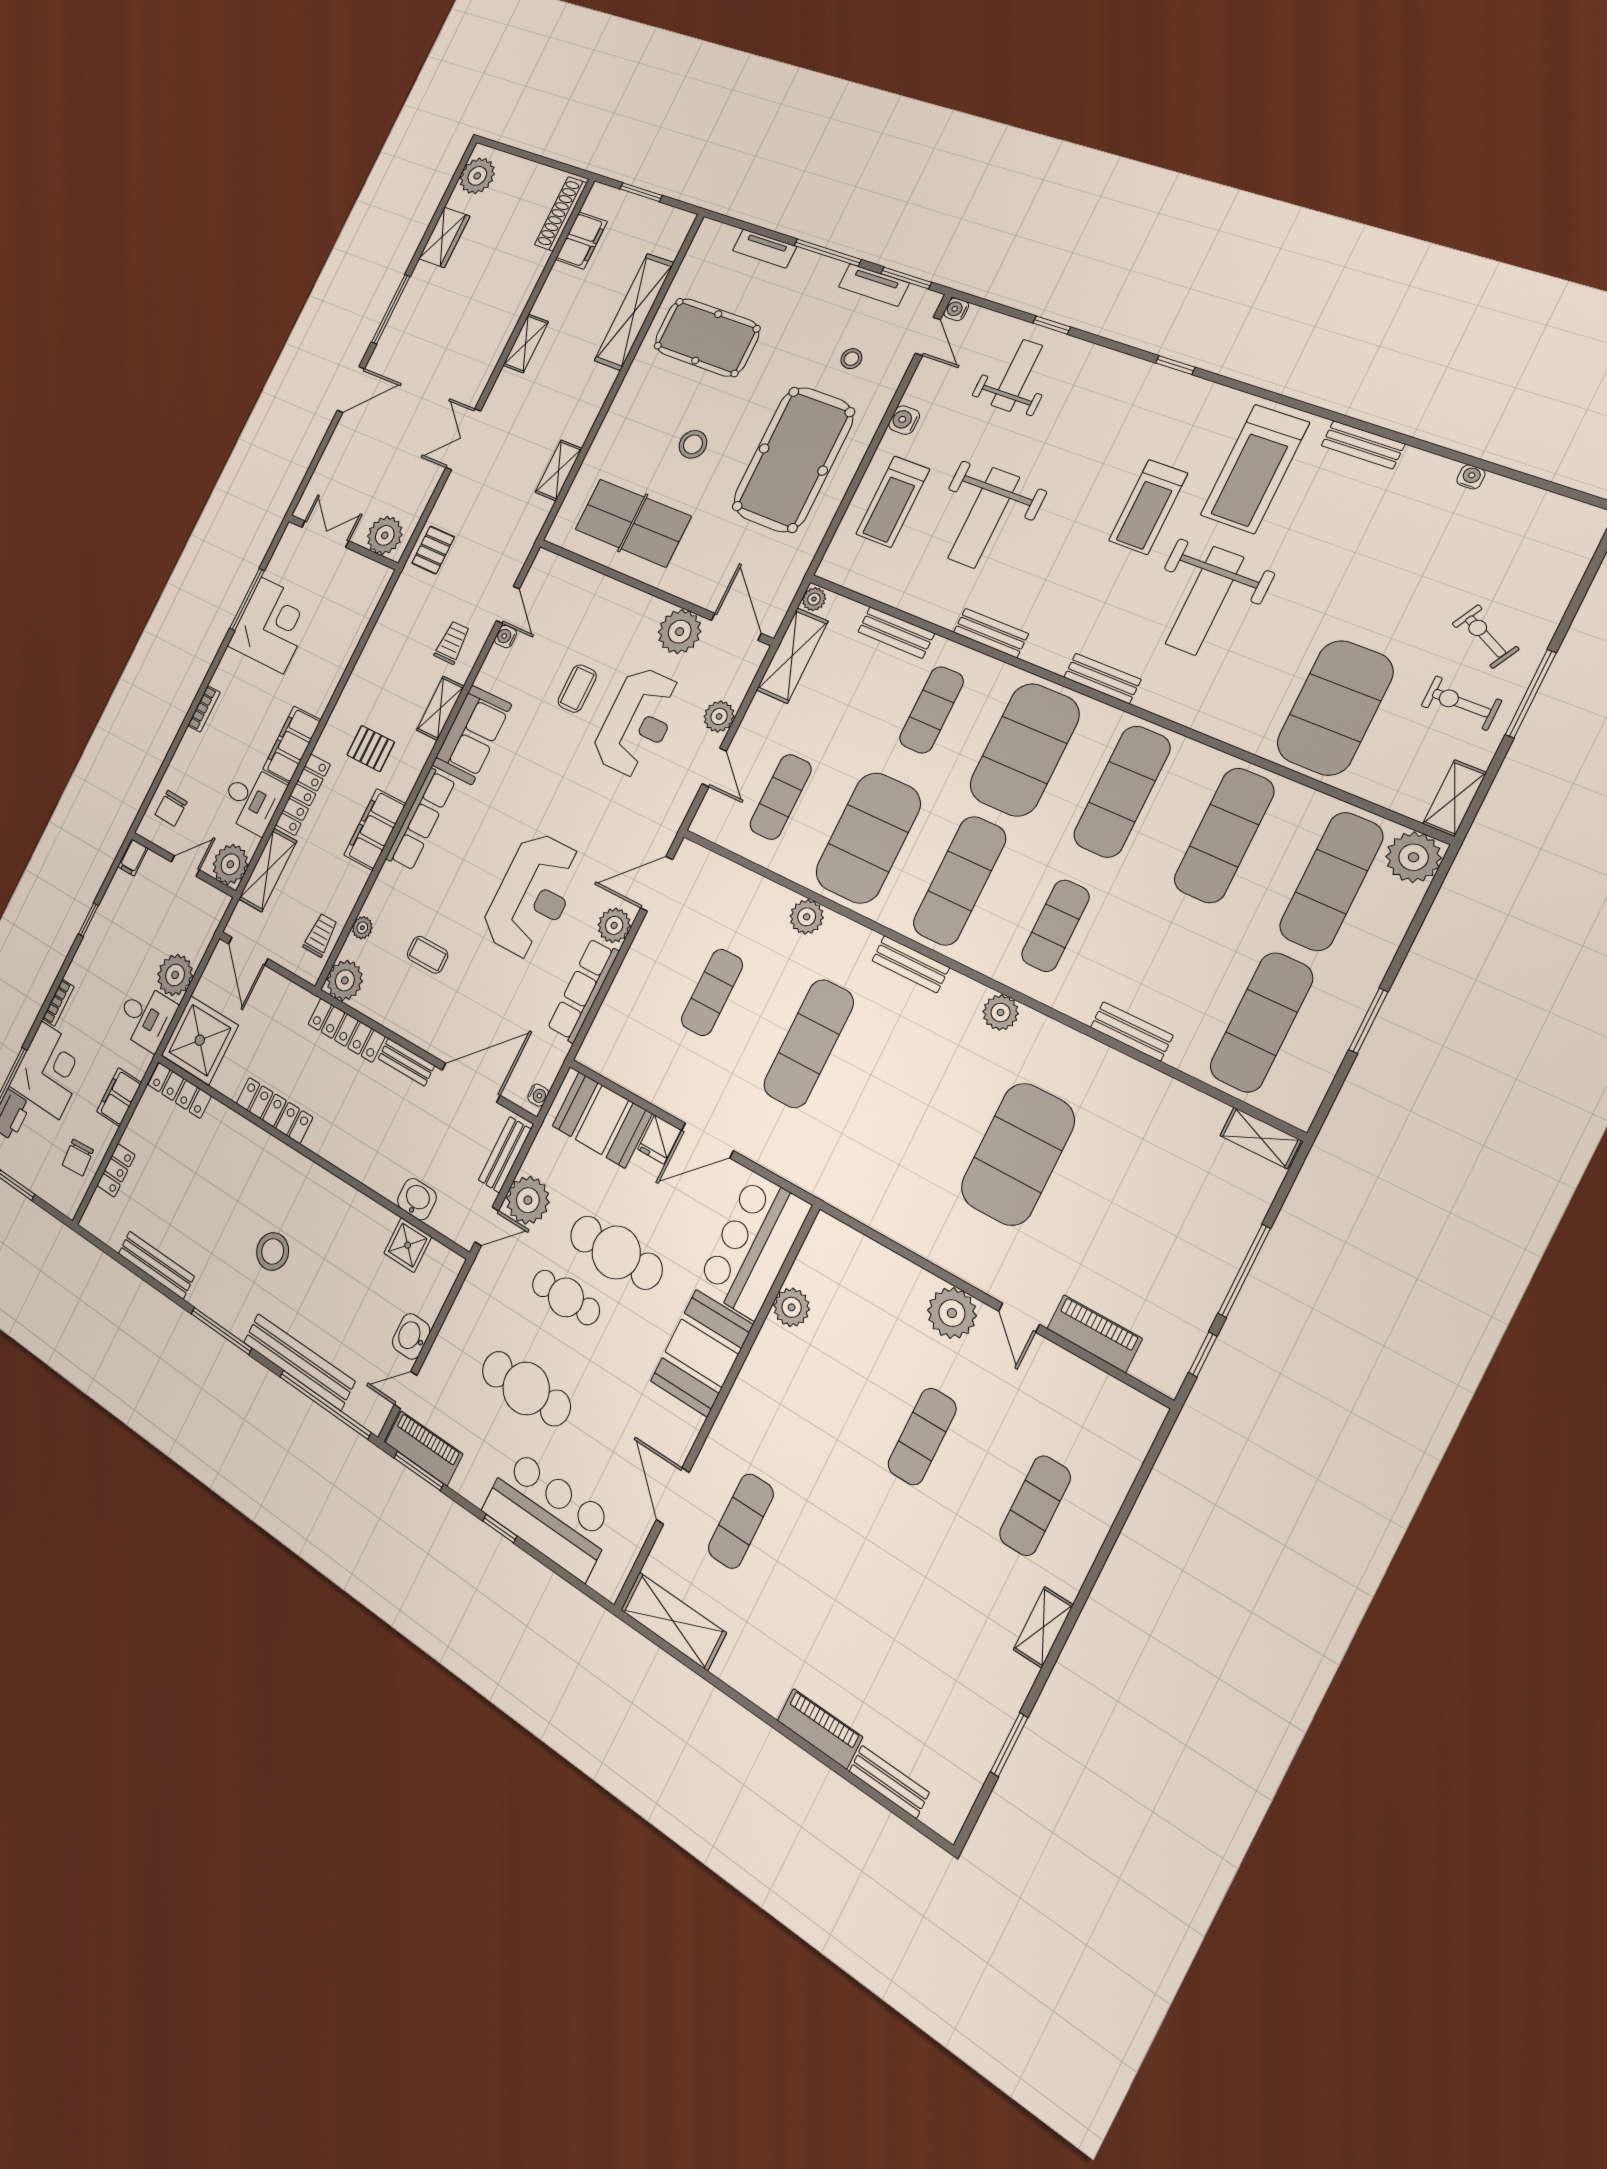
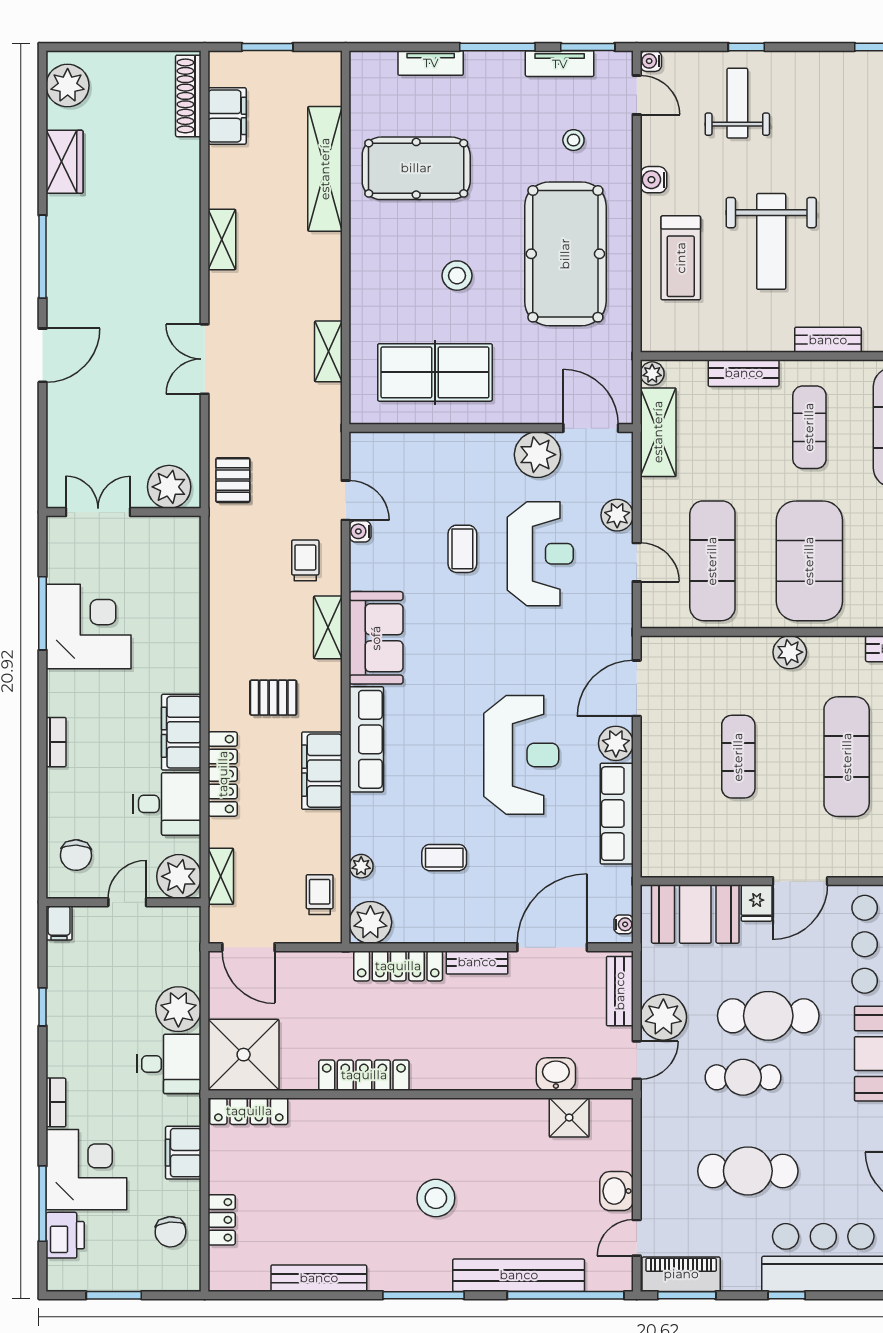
exercise mat: (781, 797) -> (712, 561), width x1.36, depth x1.45
shelving: (268, 870) -> (221, 876), width x0.67, depth x0.75

